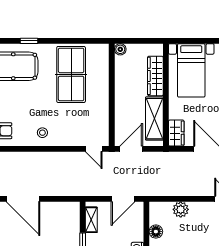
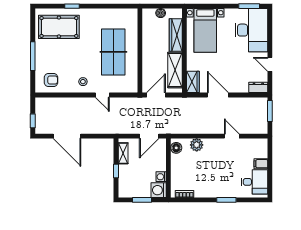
boiler: (120, 49) -> (161, 13), moved
table tennis table: (71, 74) -> (113, 52), moved
door: (94, 149) -> (102, 95), moved
floor lamp: (156, 232) -> (176, 148), moved

